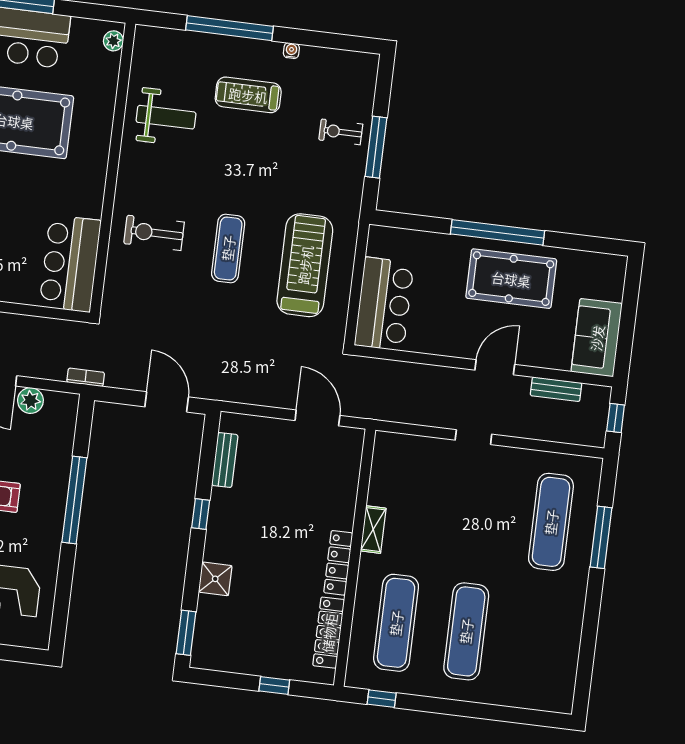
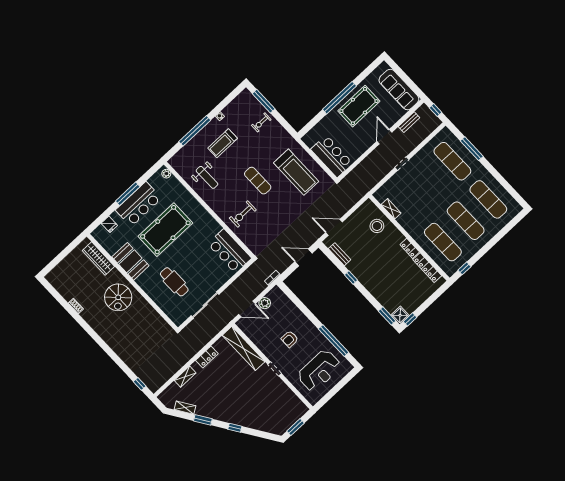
weight bench: (166, 117) -> (207, 177), turned 90
window: (376, 147) -> (264, 101), moved
exercise mat: (228, 248) -> (258, 181), moved
treadmill: (305, 265) -> (296, 172), turned 180
sofa: (597, 338) -> (399, 90), width x1.36
door: (317, 418) -> (334, 227), moved
stool: (328, 484) -> (377, 226), added
window: (74, 500) -> (334, 341), moved
shelving: (373, 530) -> (391, 209), moved
locker: (338, 563) -> (410, 248), width x0.66
shower: (215, 579) -> (400, 315), moved
exercise mat: (536, 640) -> (488, 199), added
window: (274, 685) -> (410, 319), moved

